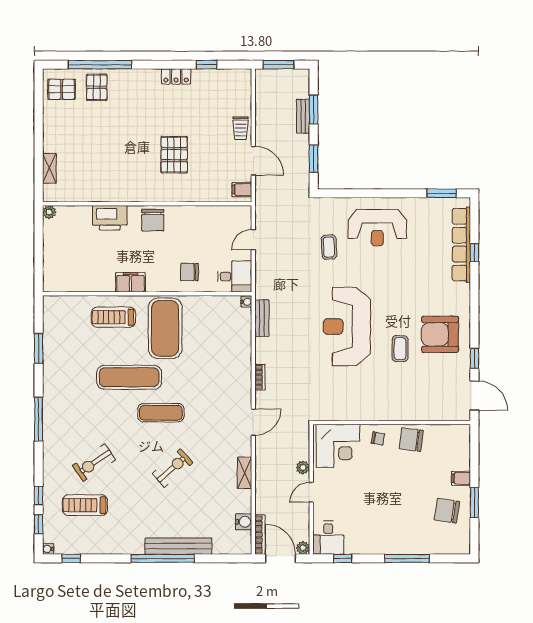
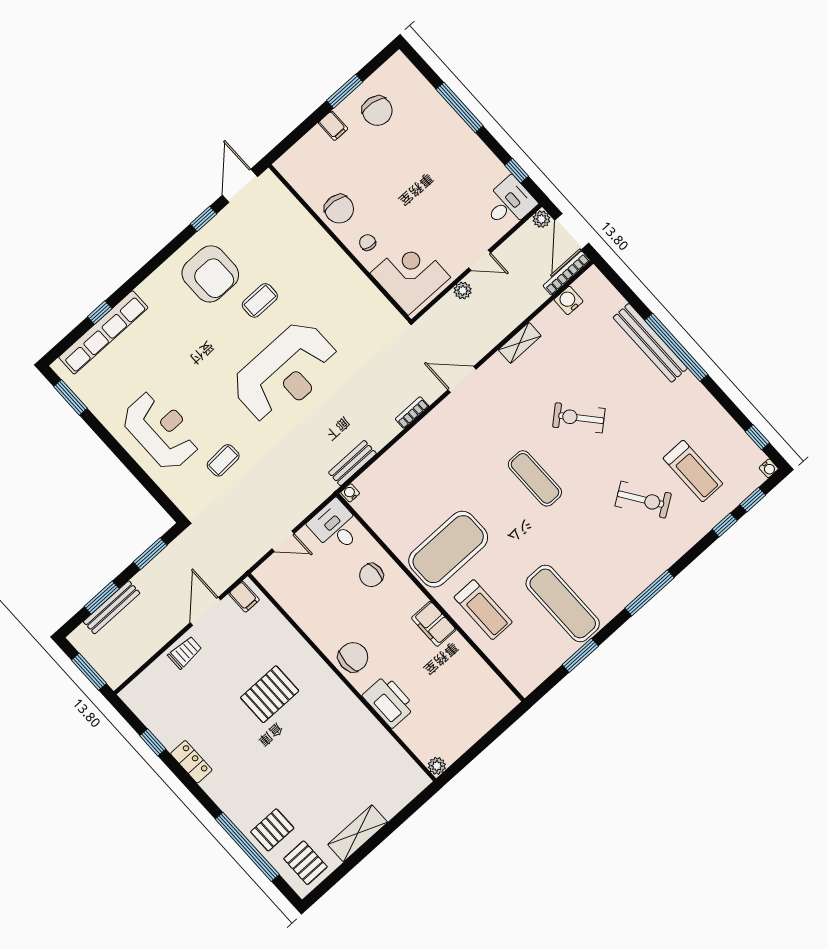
bench: (303, 116) -> (112, 607), width x1.36
shelving: (49, 168) -> (358, 833), moved, width x1.50, depth x1.33
chair: (189, 272) -> (371, 575), turned 90
exercise mat: (129, 377) -> (563, 603), moved

